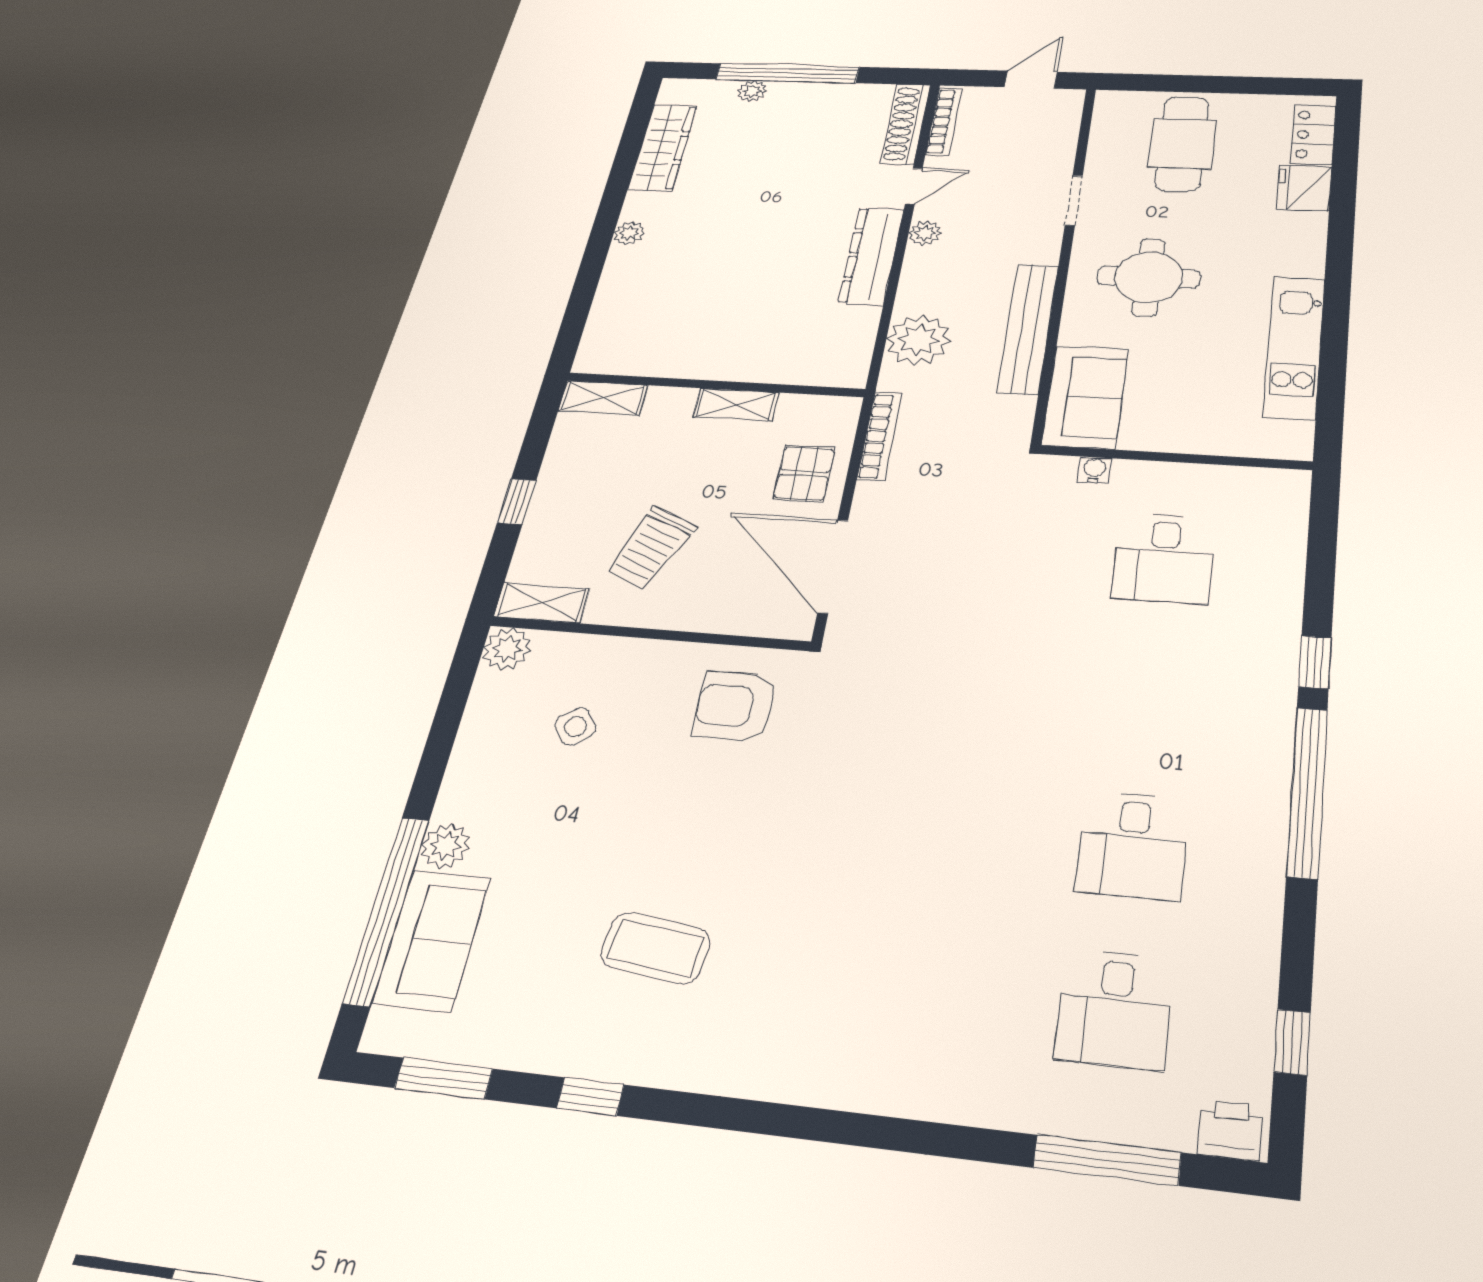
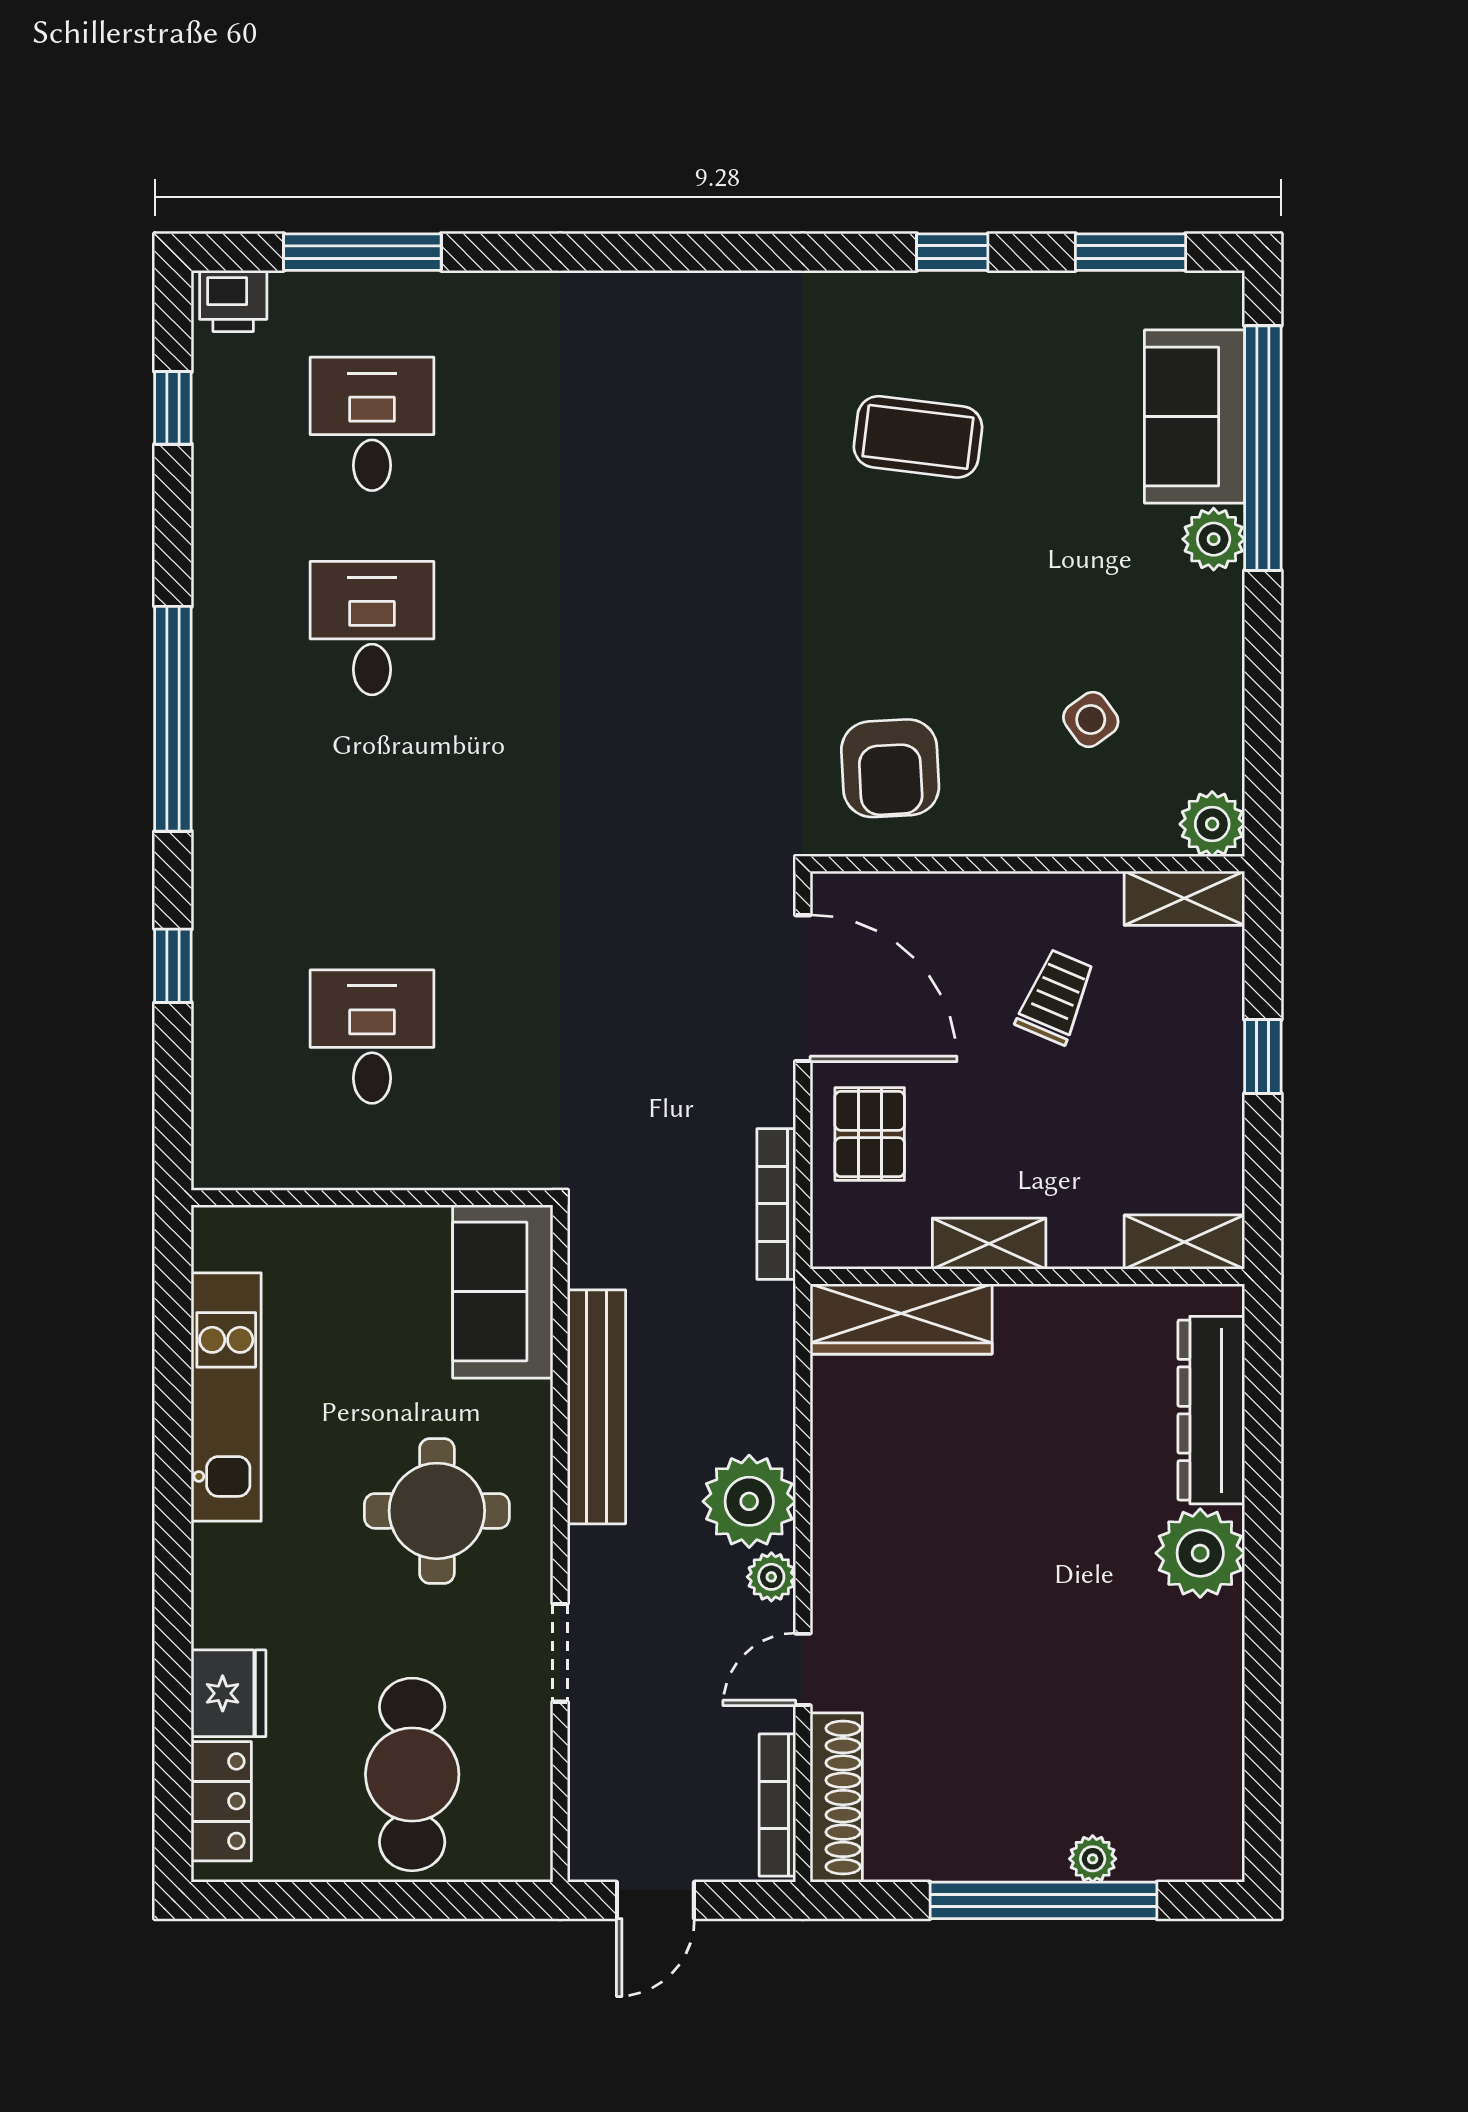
wardrobe: (663, 147) -> (901, 1319), moved, turned -90
plant: (629, 233) -> (1200, 1553), width x1.88, depth x1.88
dresser: (871, 256) -> (1211, 1410), moved, turned 180
plant: (918, 340) -> (749, 1501), moved
water cooler: (1094, 470) -> (477, 1170), removed
trolley: (651, 548) -> (1056, 997), width x0.73, depth x0.72
window: (1315, 662) -> (173, 966), moved
armchair: (735, 706) -> (890, 768), turned 87

